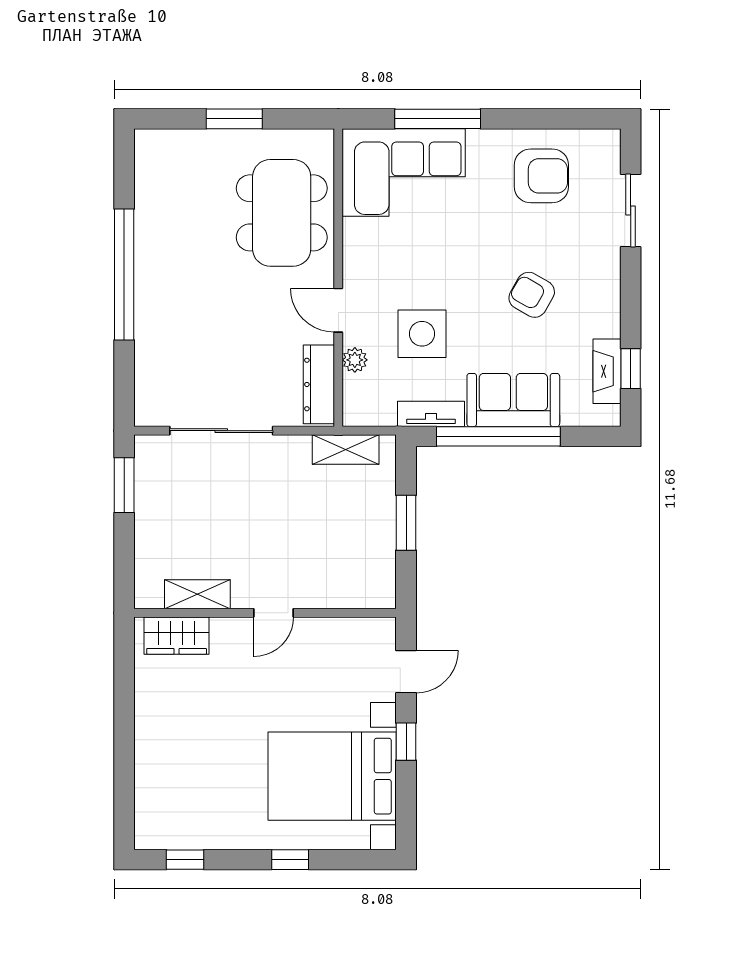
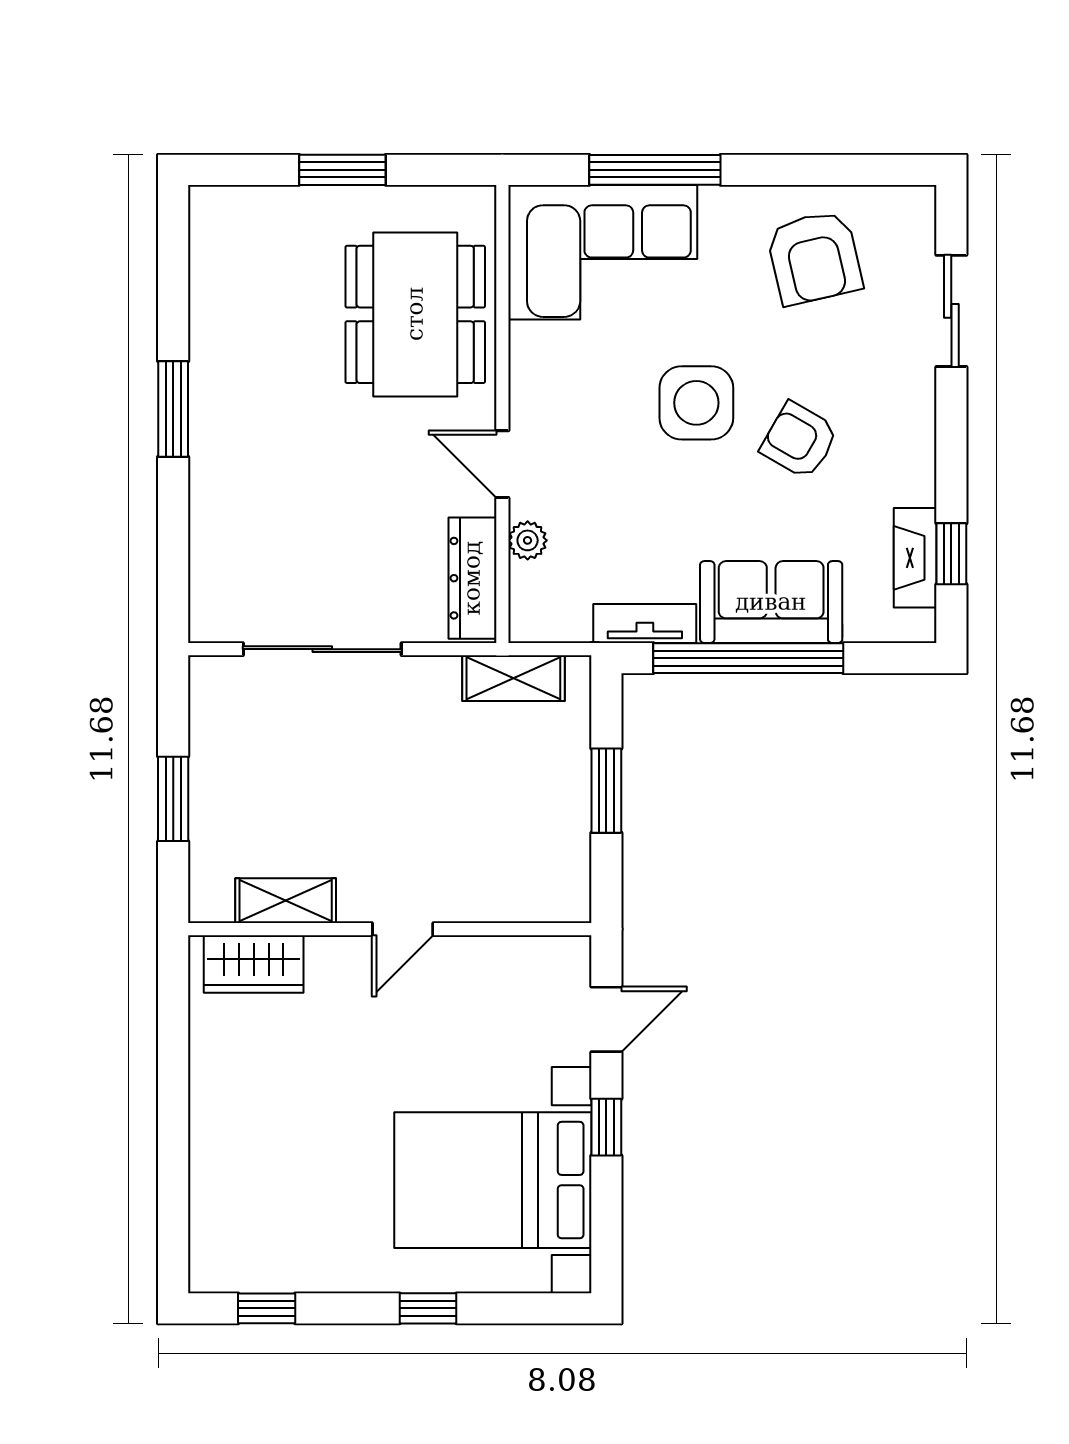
armchair: (541, 176) -> (814, 258), turned 77
window: (124, 274) -> (173, 409), width x0.47
side table: (422, 334) -> (696, 403), moved
window: (124, 485) -> (173, 799), moved

